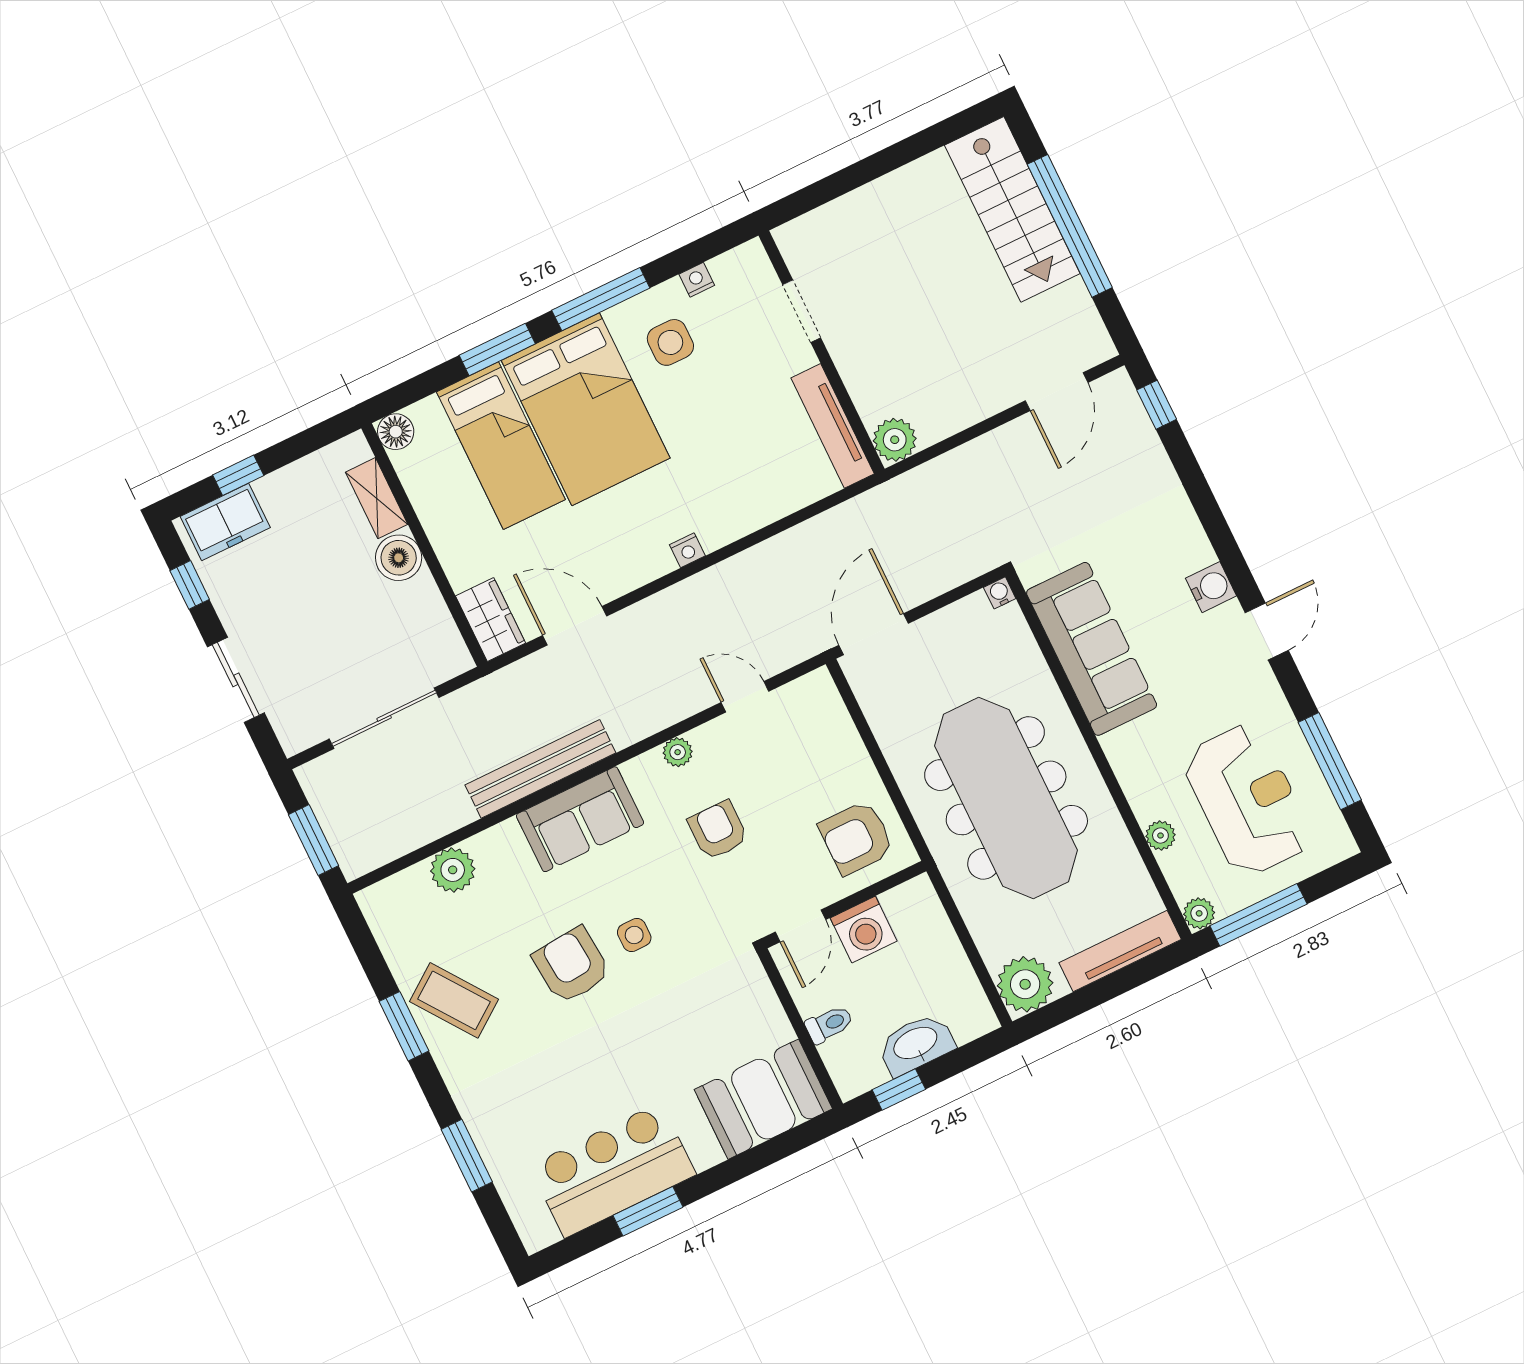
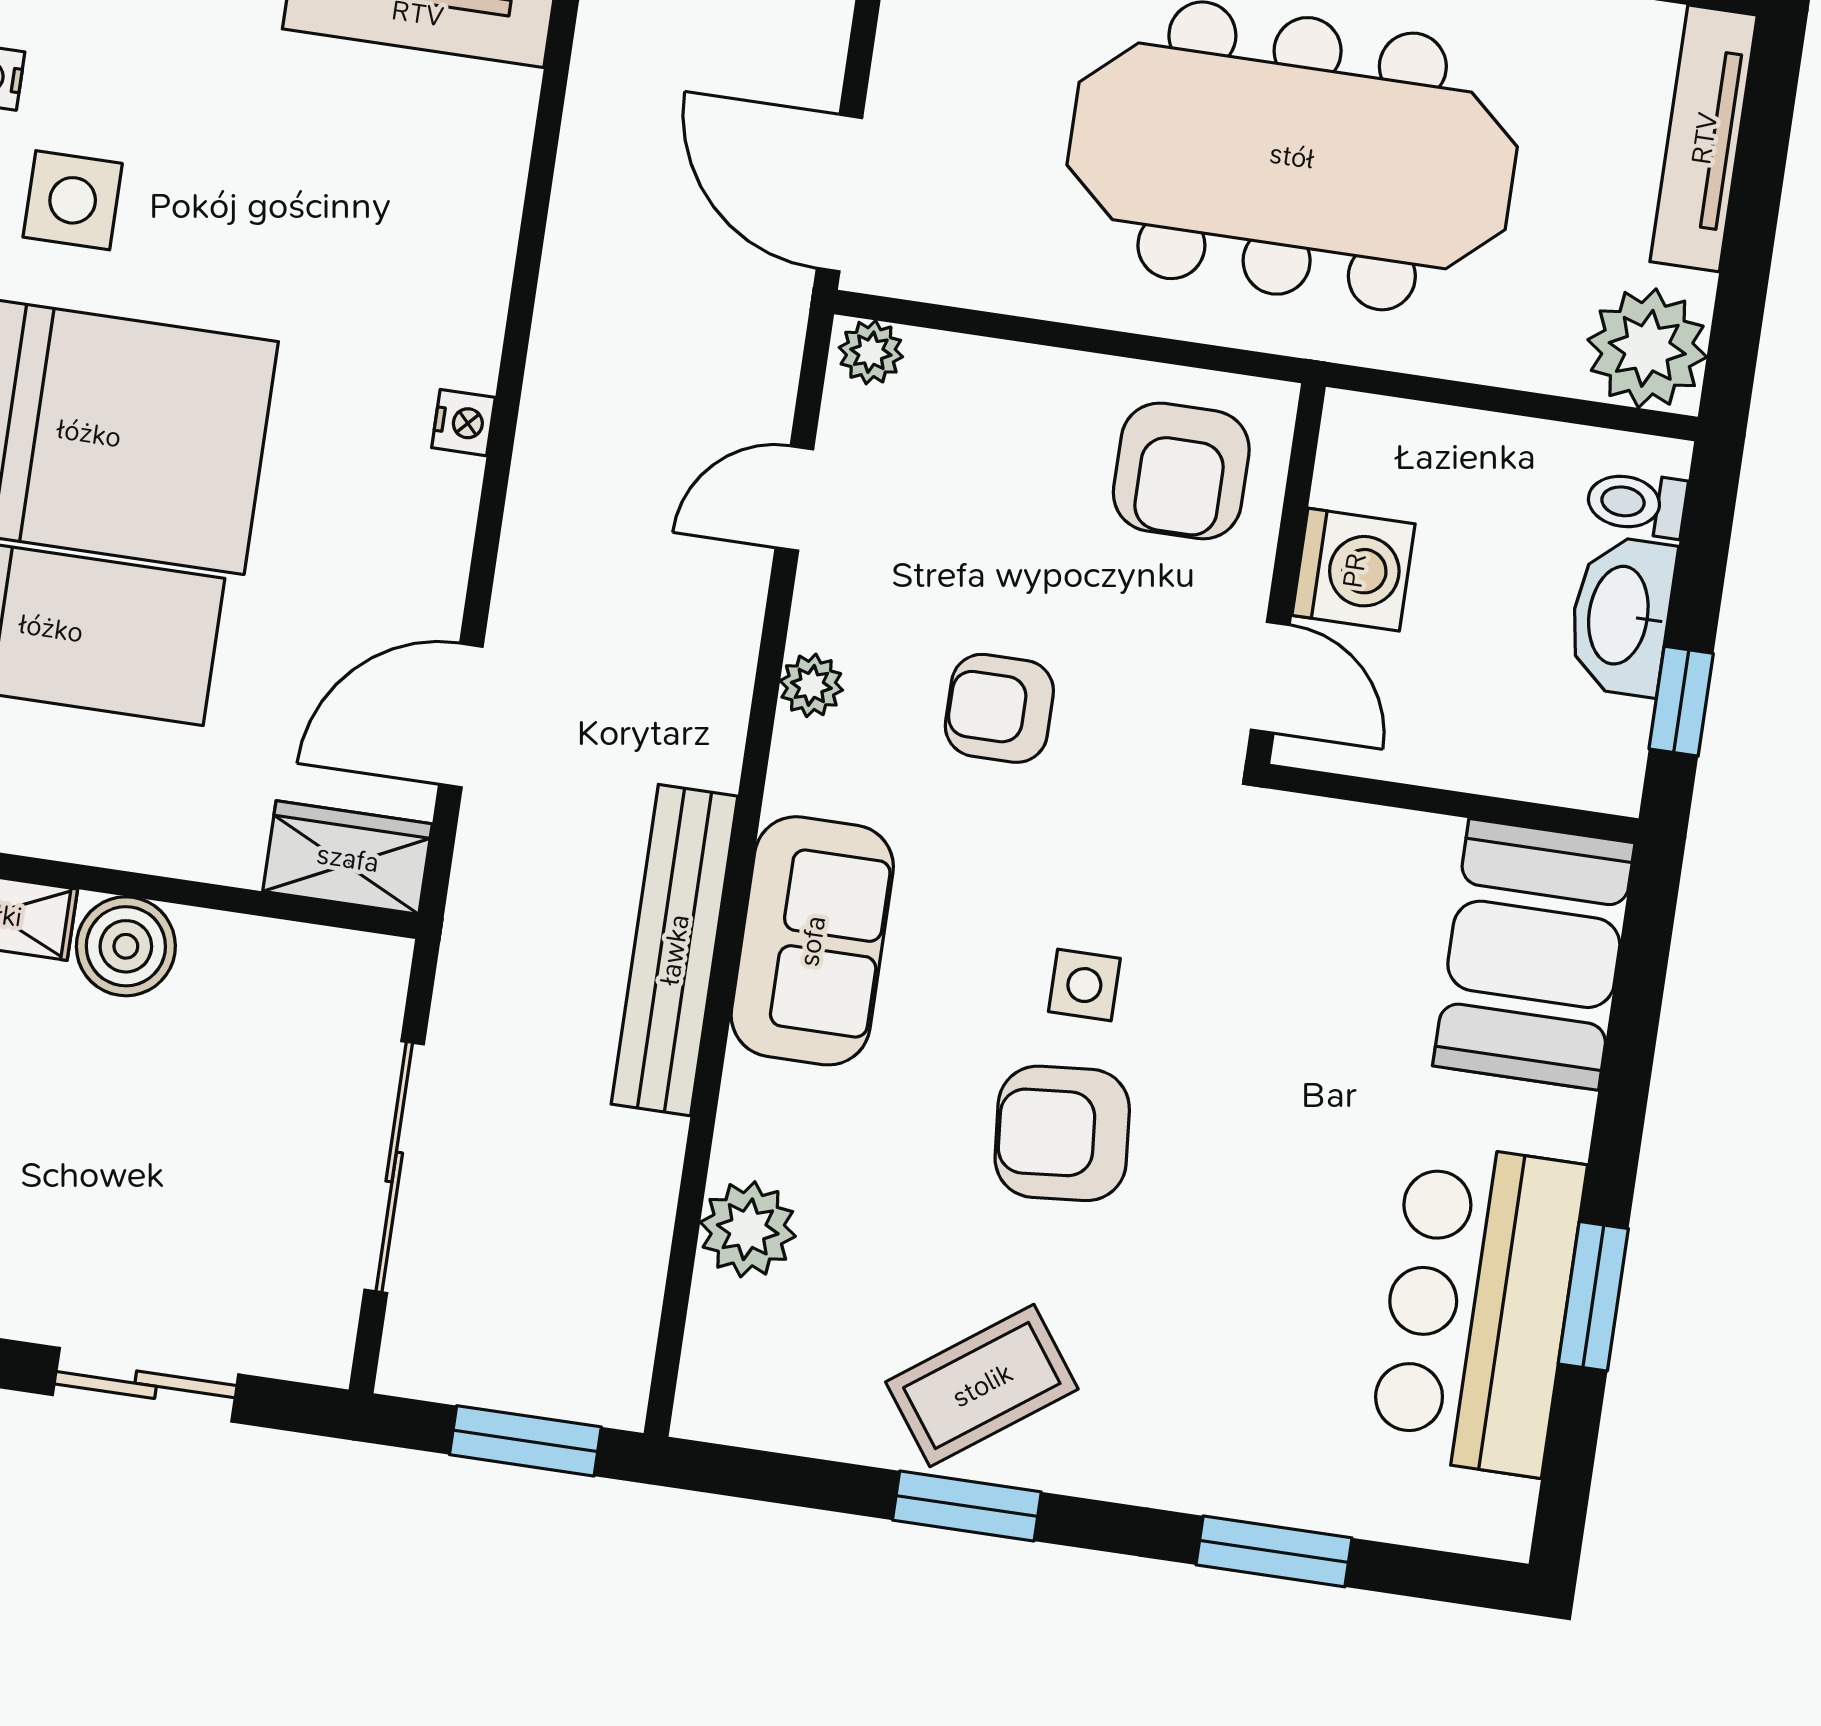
plant: (821, 688) -> (871, 352), added
toilet: (829, 1024) -> (1636, 503), moved, turned -90

